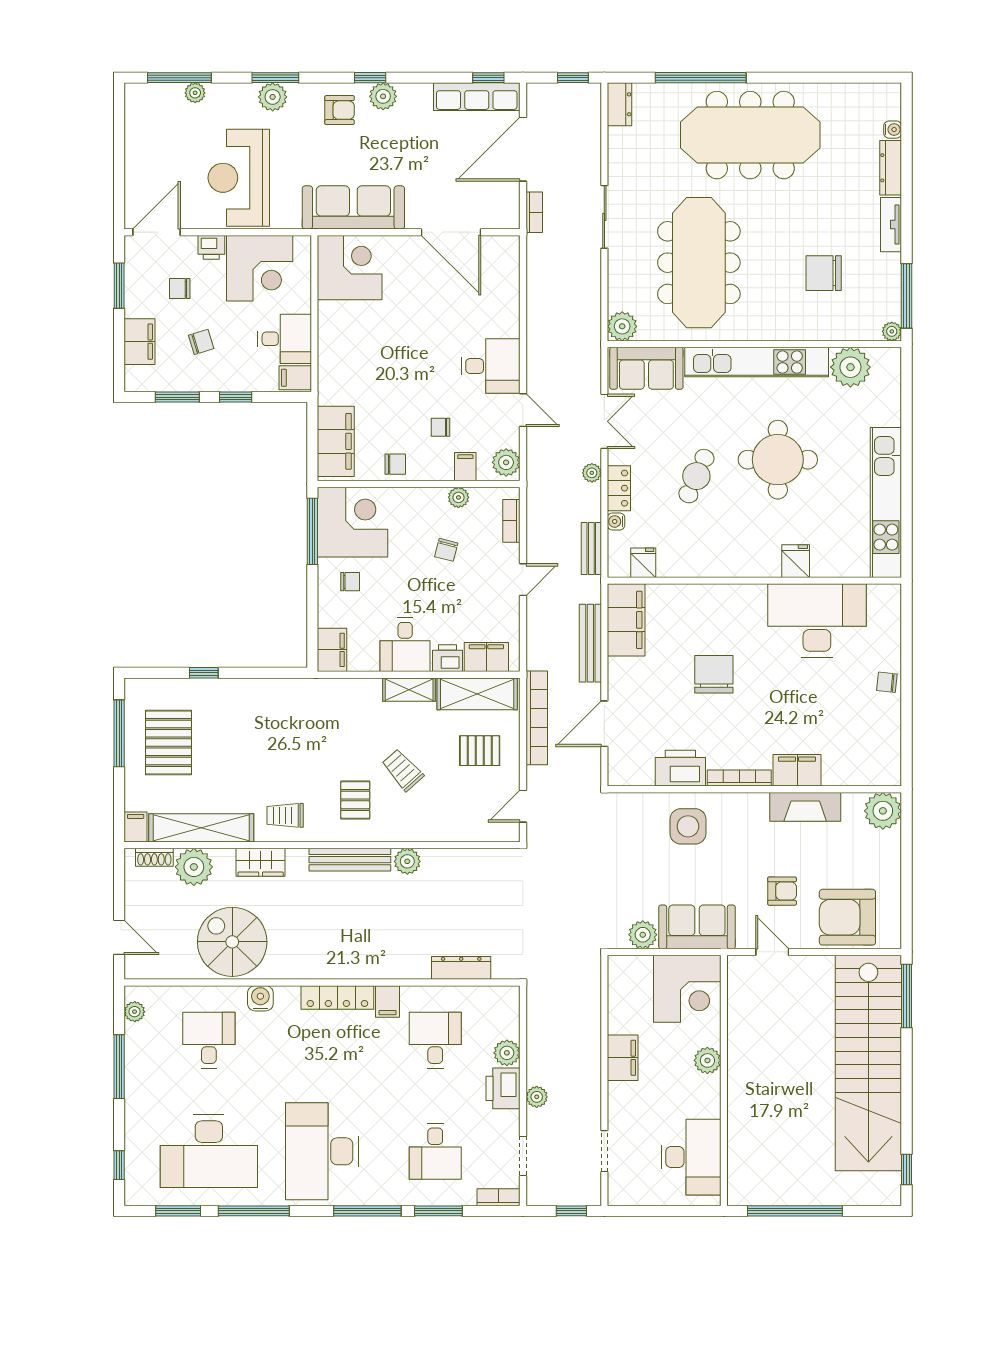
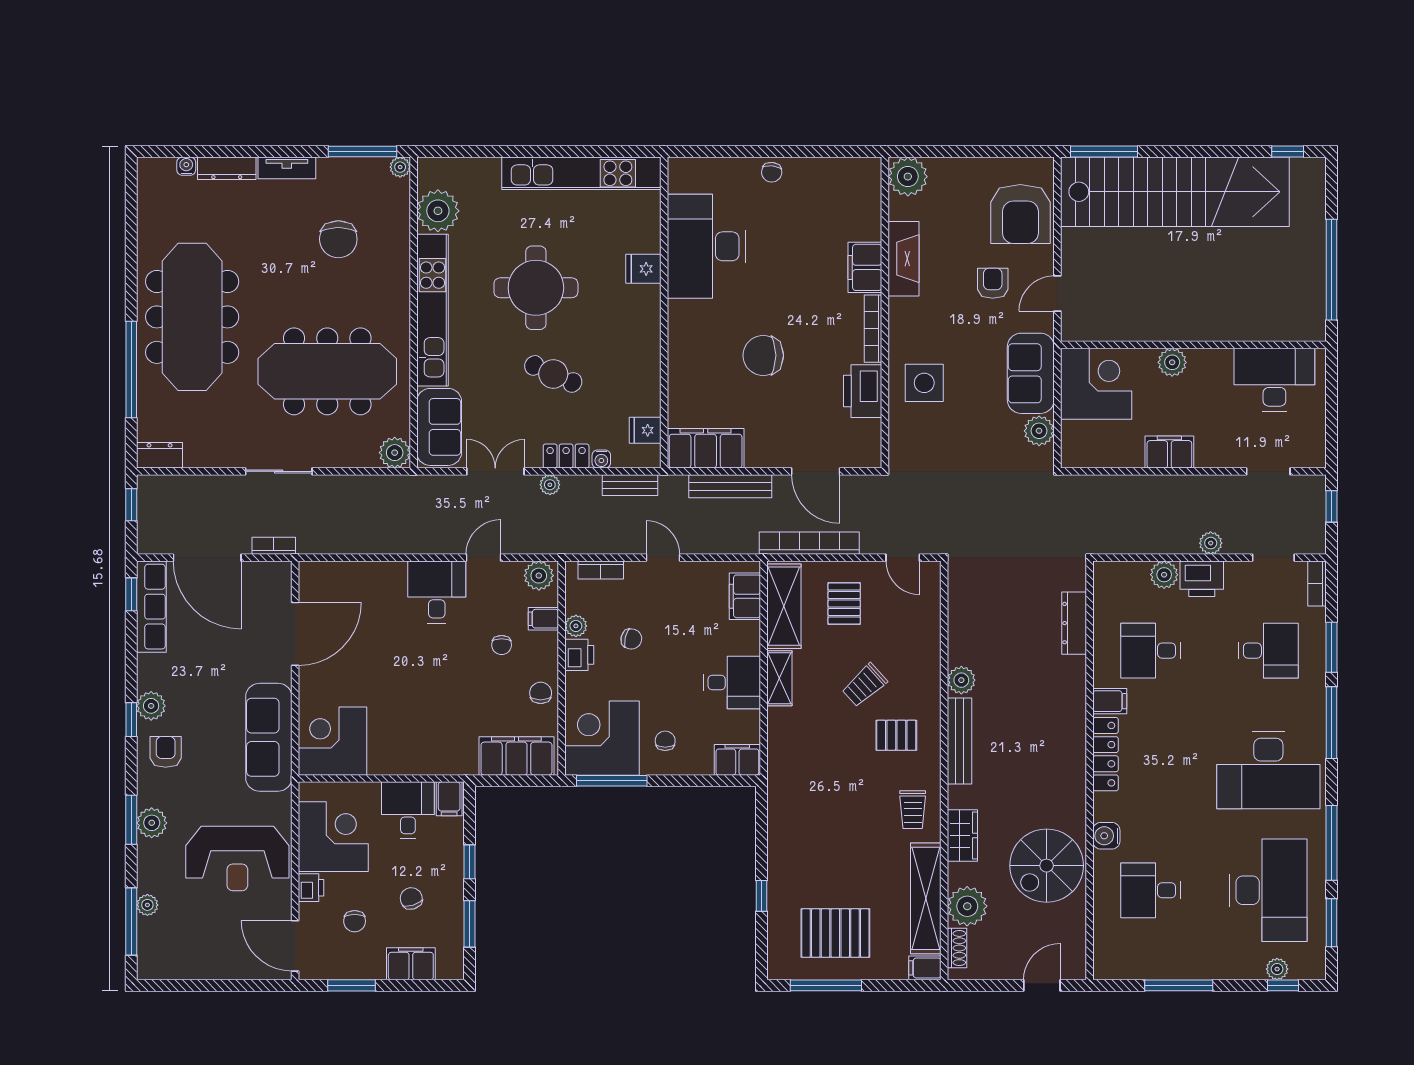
printer: (447, 658) -> (579, 655), moved, turned 180
plant: (135, 1012) -> (1277, 969), moved

